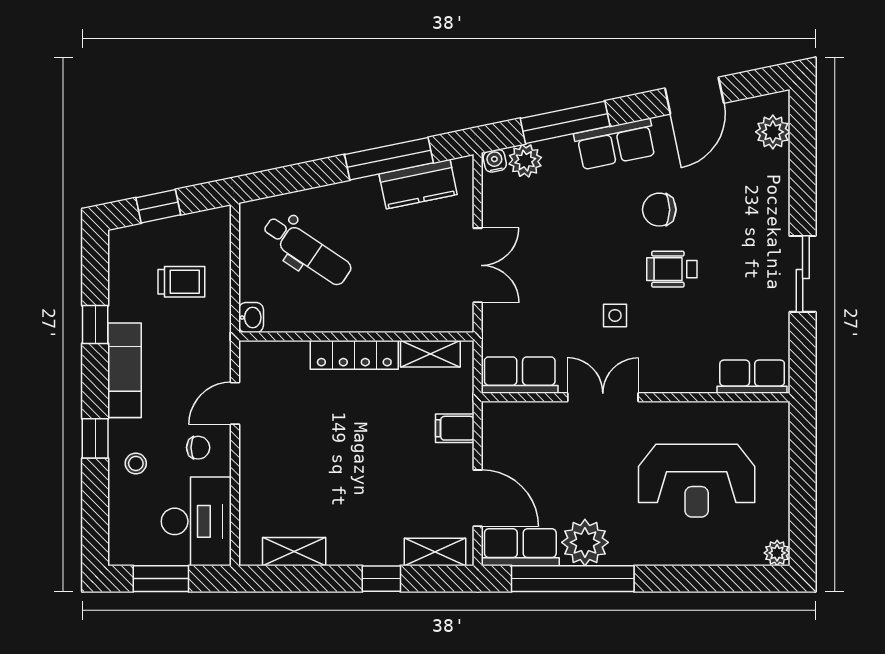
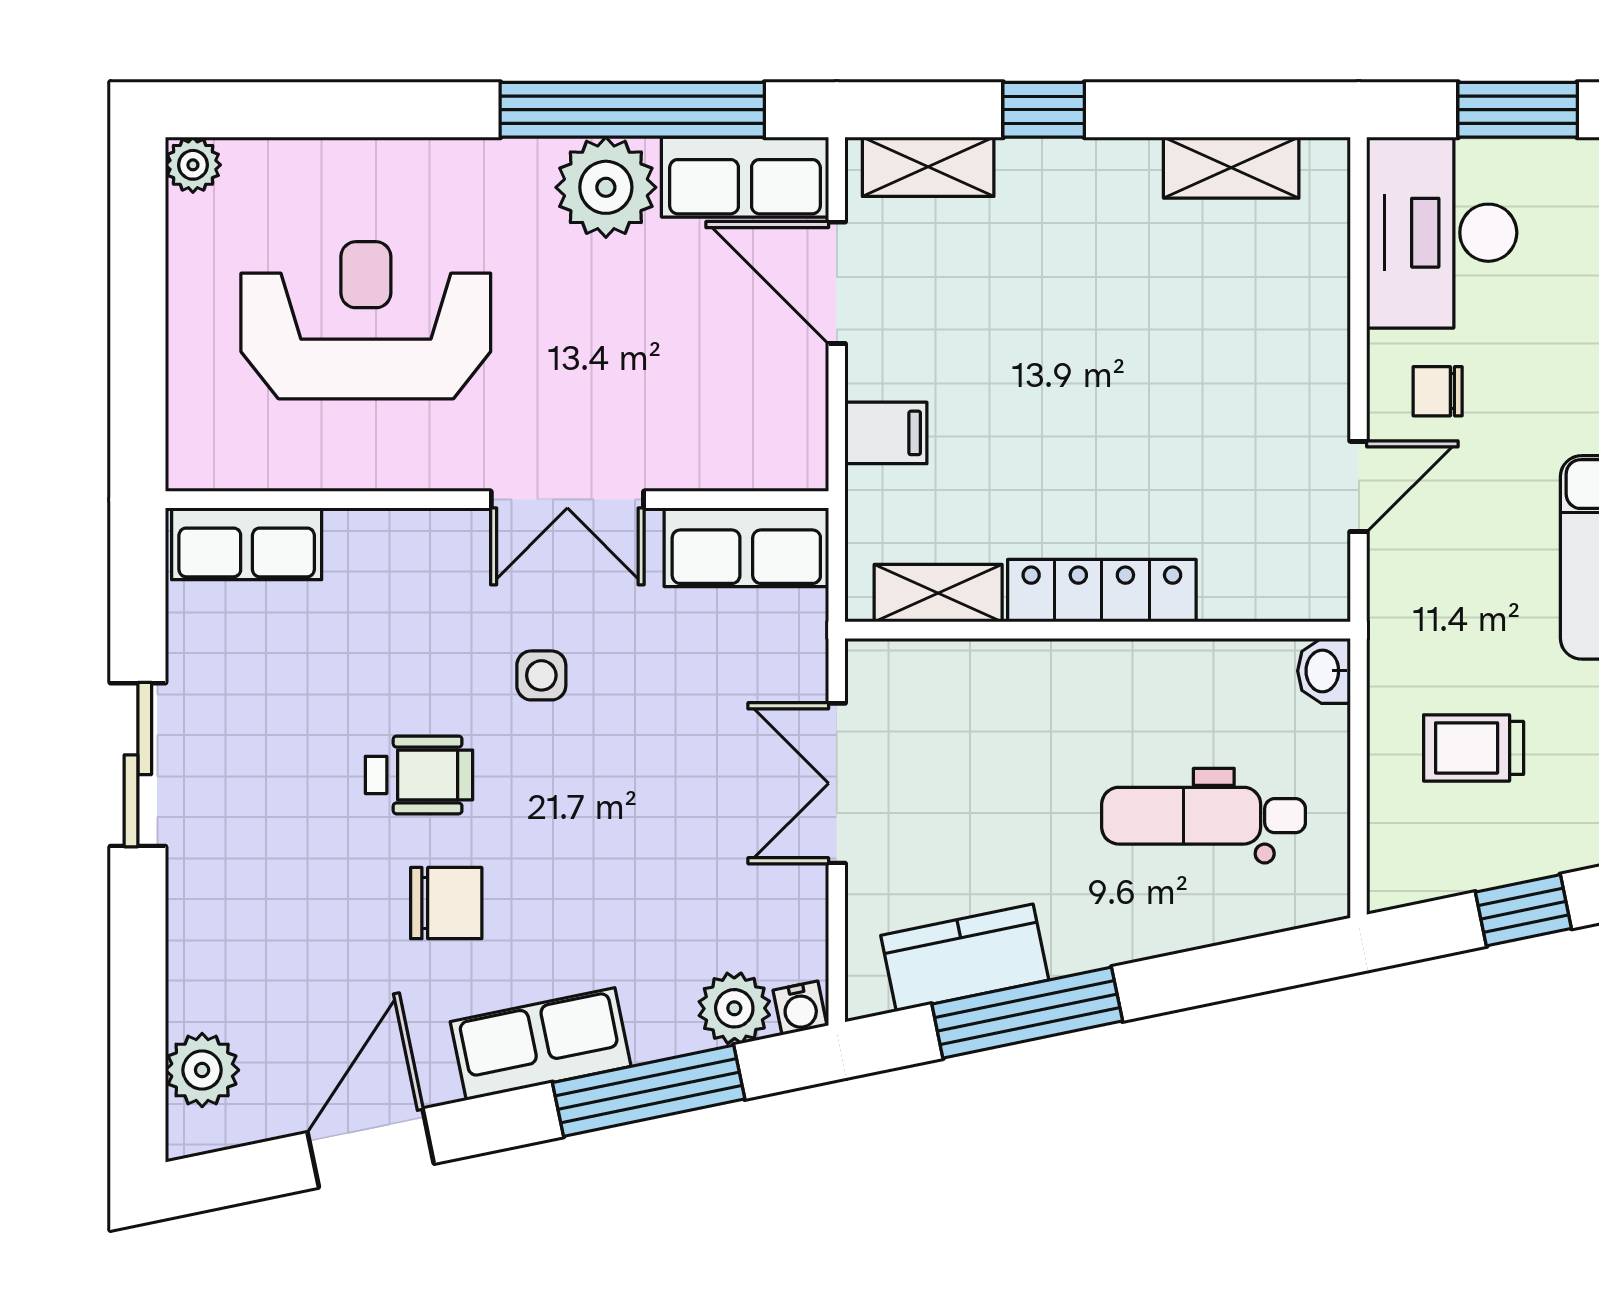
dental chair: (307, 250) -> (1204, 816), turned -34
stool: (136, 463) -> (1572, 357), removed

